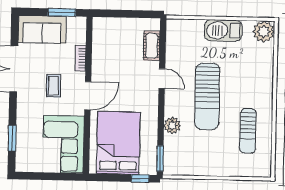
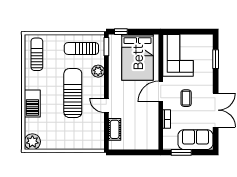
barbecue: (223, 31) -> (32, 103), moved, turned 90
sun lounger: (248, 131) -> (37, 54), moved
sun lounger: (194, 157) -> (81, 49), added

